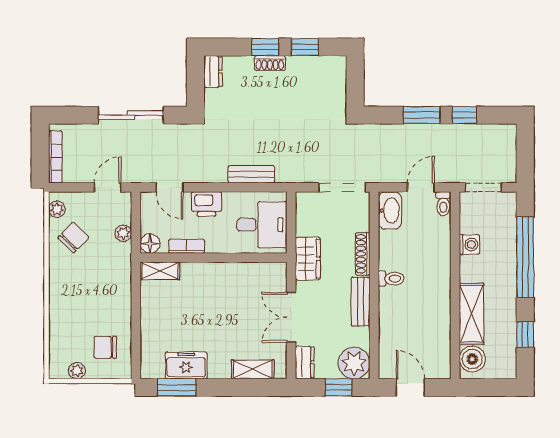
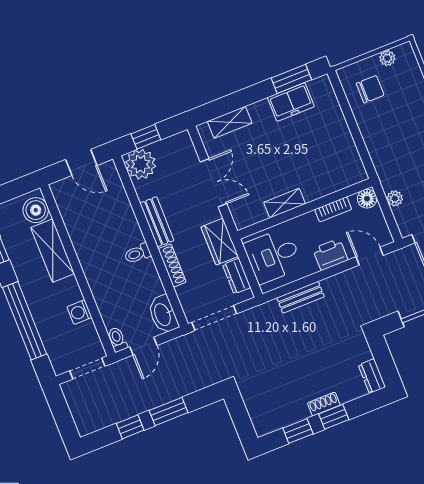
shelving: (160, 271) -> (285, 203), moved
dresser: (305, 362) -> (237, 276), moved

